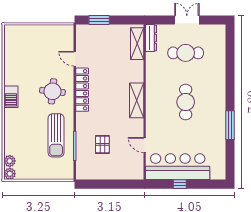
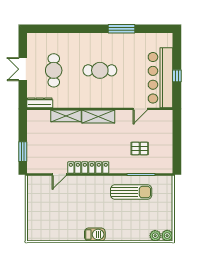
shelving: (137, 44) -> (66, 116), moved
round table: (52, 91) -> (90, 195), removed

